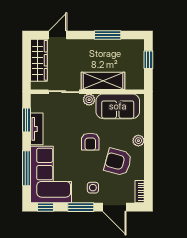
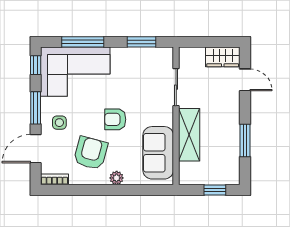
wardrobe: (39, 60) -> (223, 57), width x0.67
plant: (89, 100) -> (166, 118), removed
tv unit: (37, 129) -> (131, 54), removed

